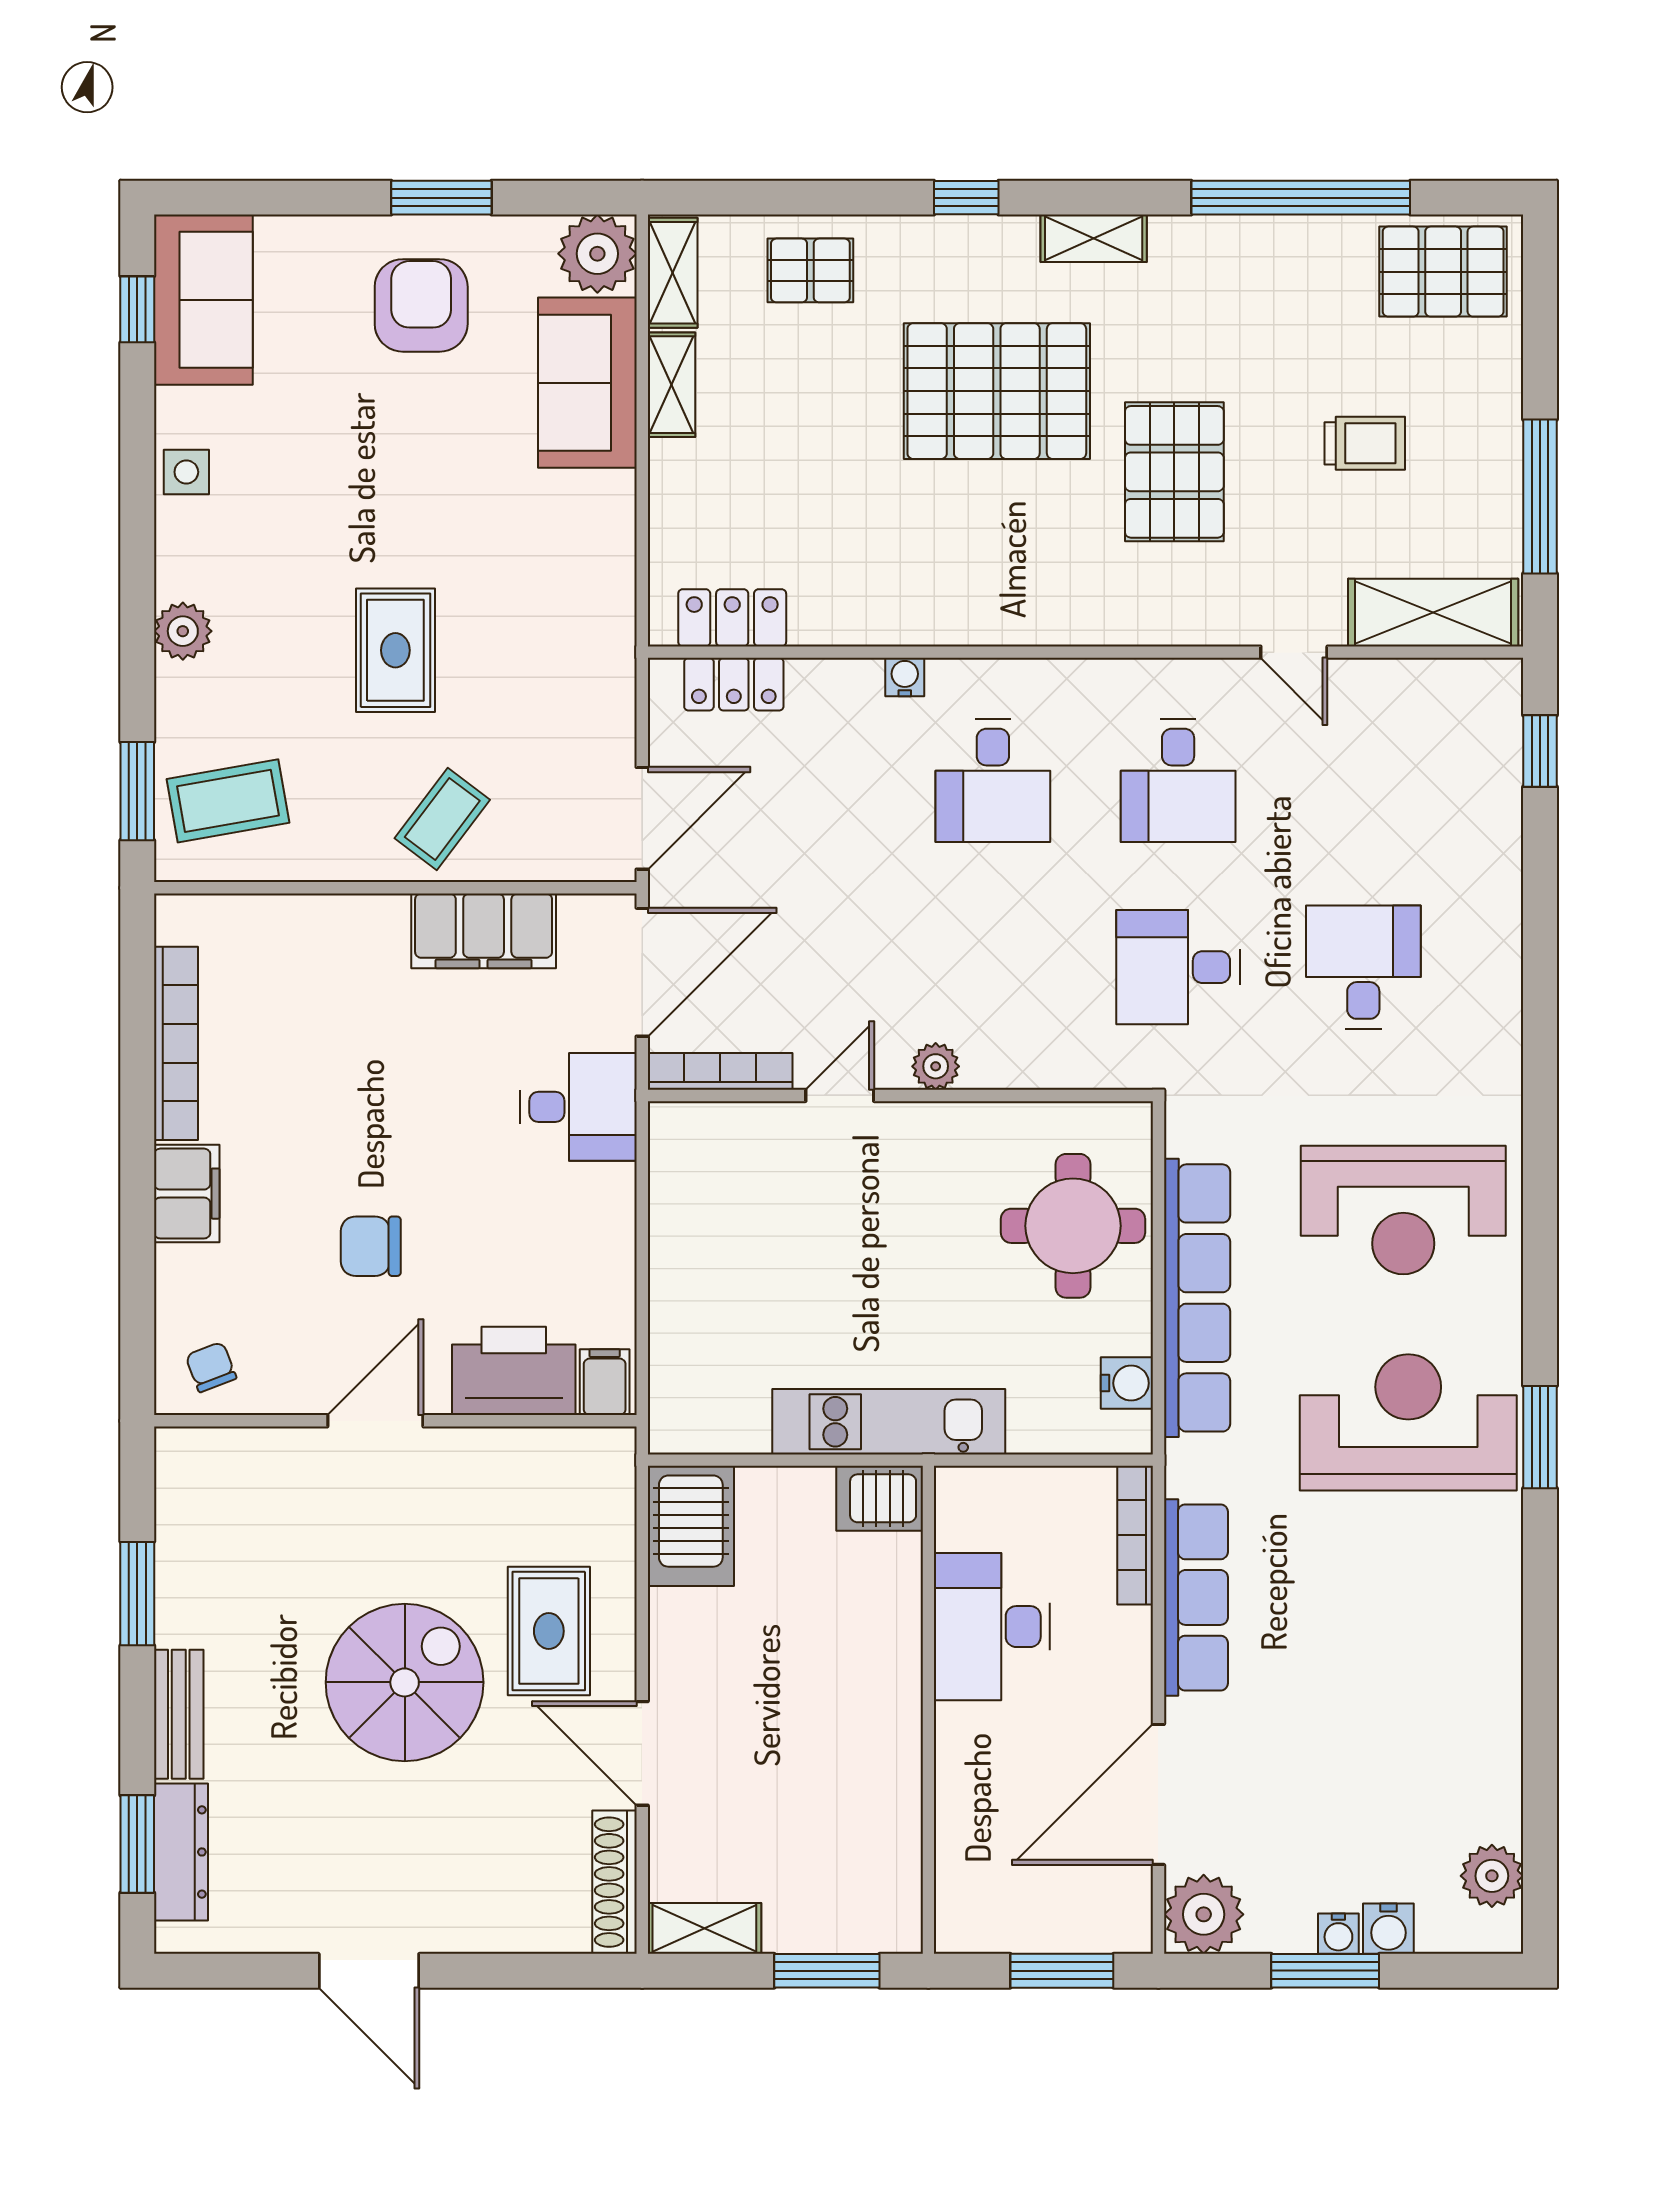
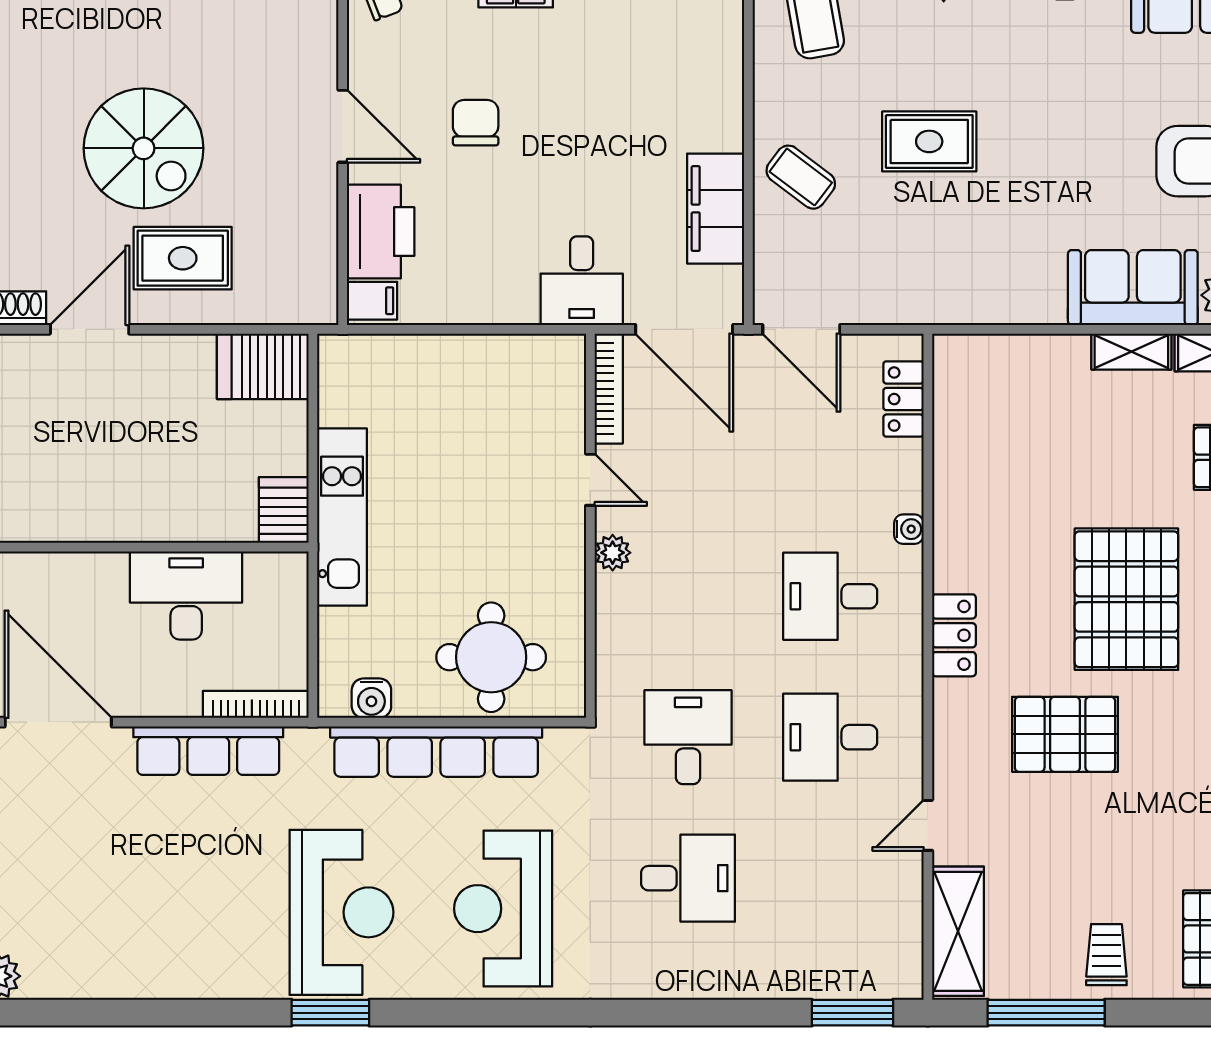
trolley: (1365, 443) -> (1106, 955), moved, turned 180
locker: (732, 618) -> (954, 635), moved
window: (1540, 751) -> (852, 1013), width x1.50

